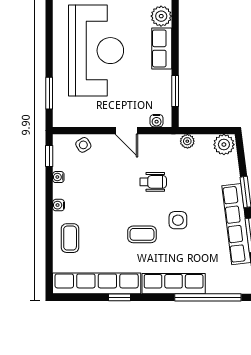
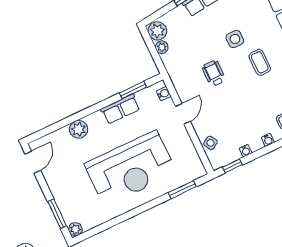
row of seats: (162, 48) -> (120, 109), moved
reception desk: (96, 51) -> (131, 168), turned 180
plant: (187, 141) -> (162, 47), moved

